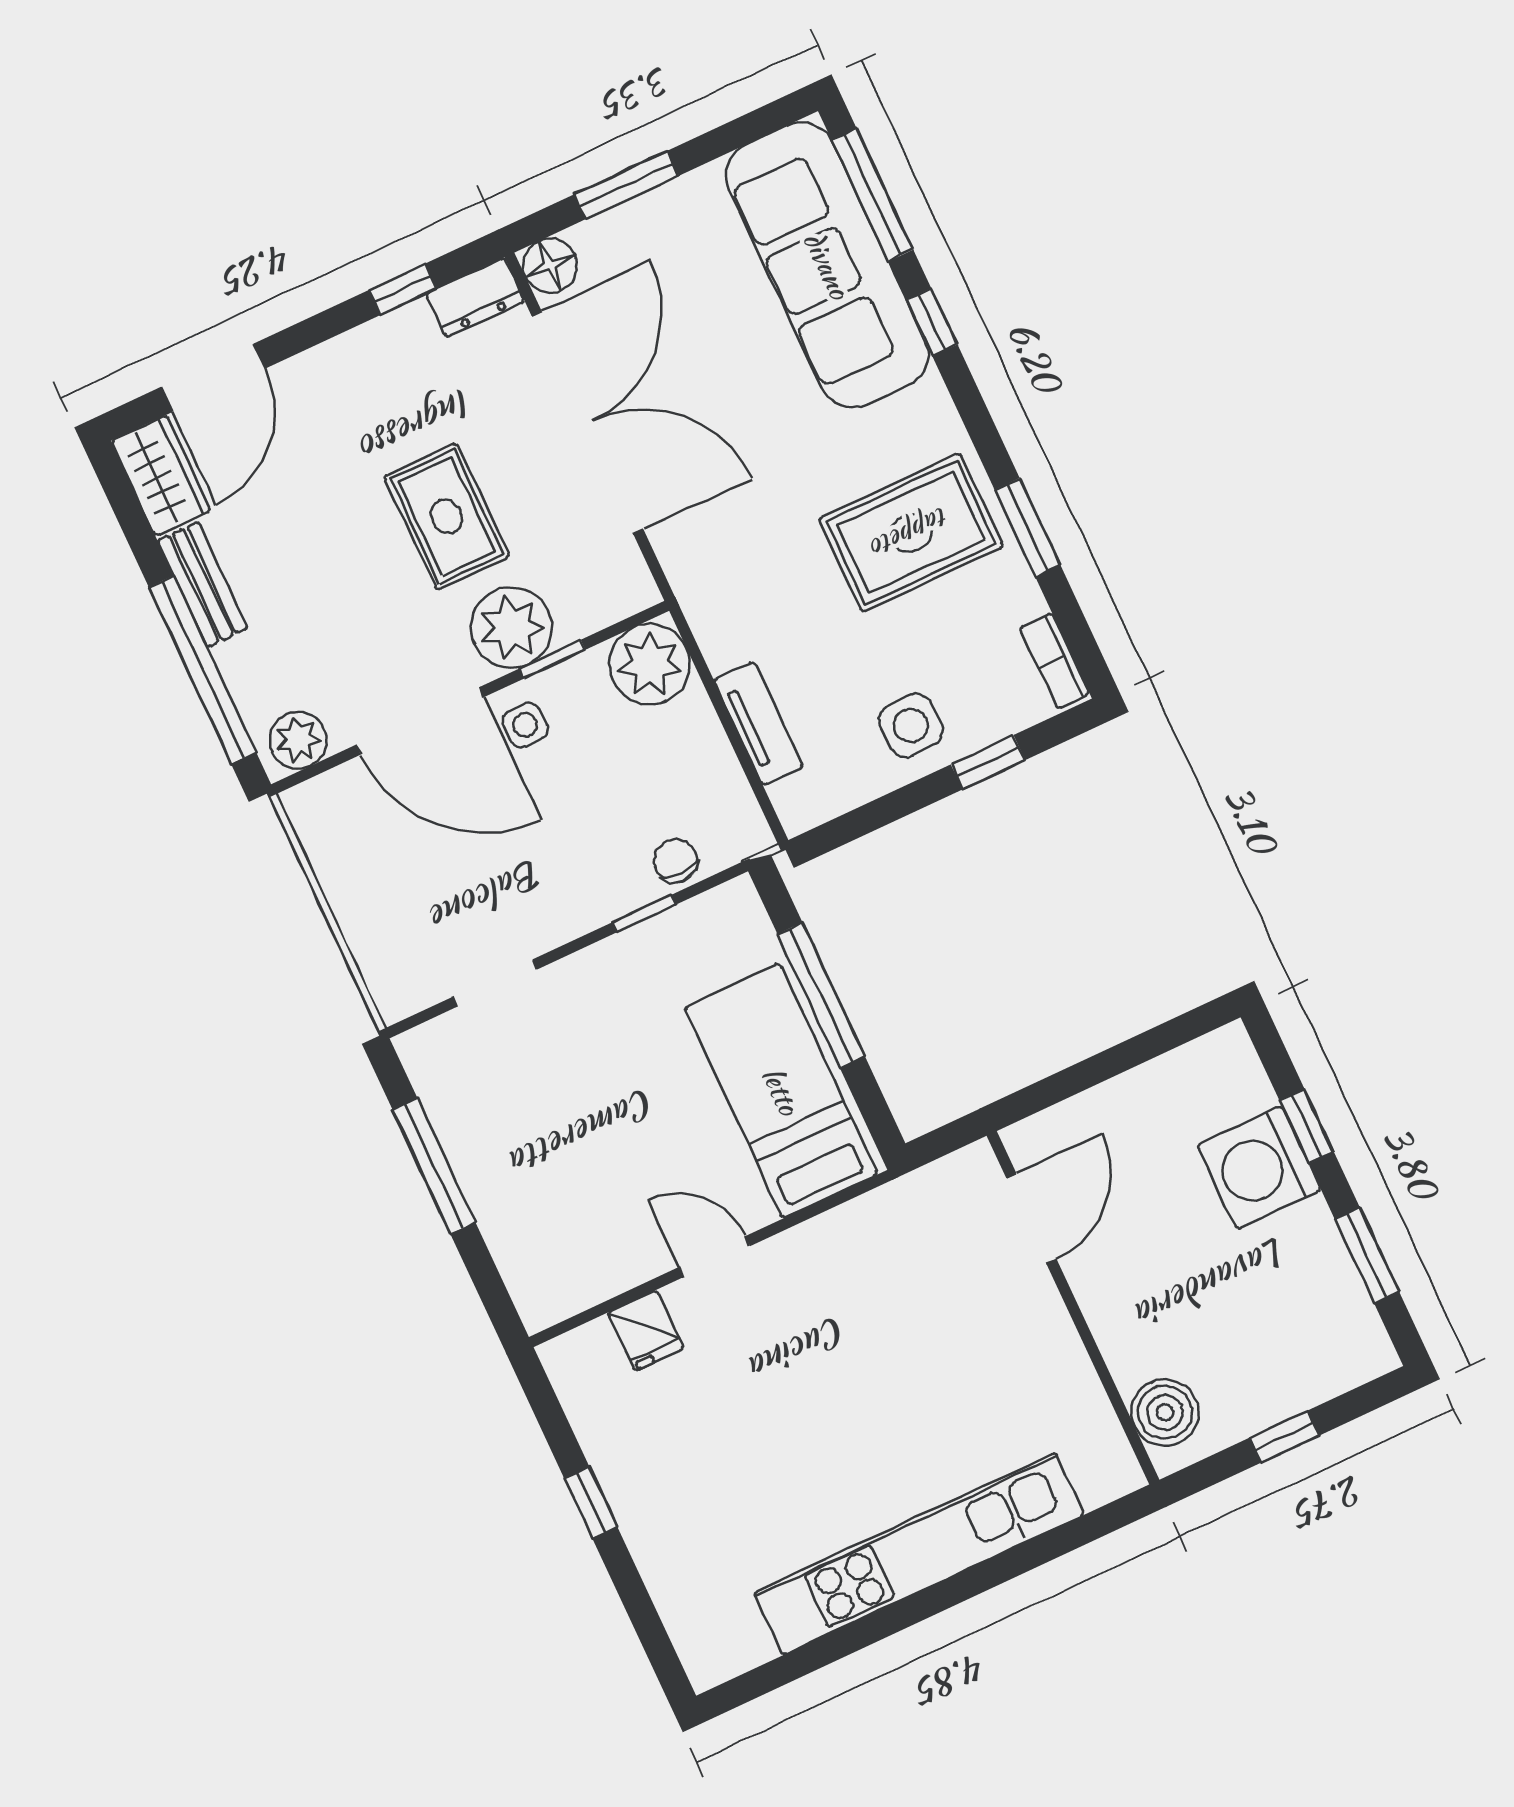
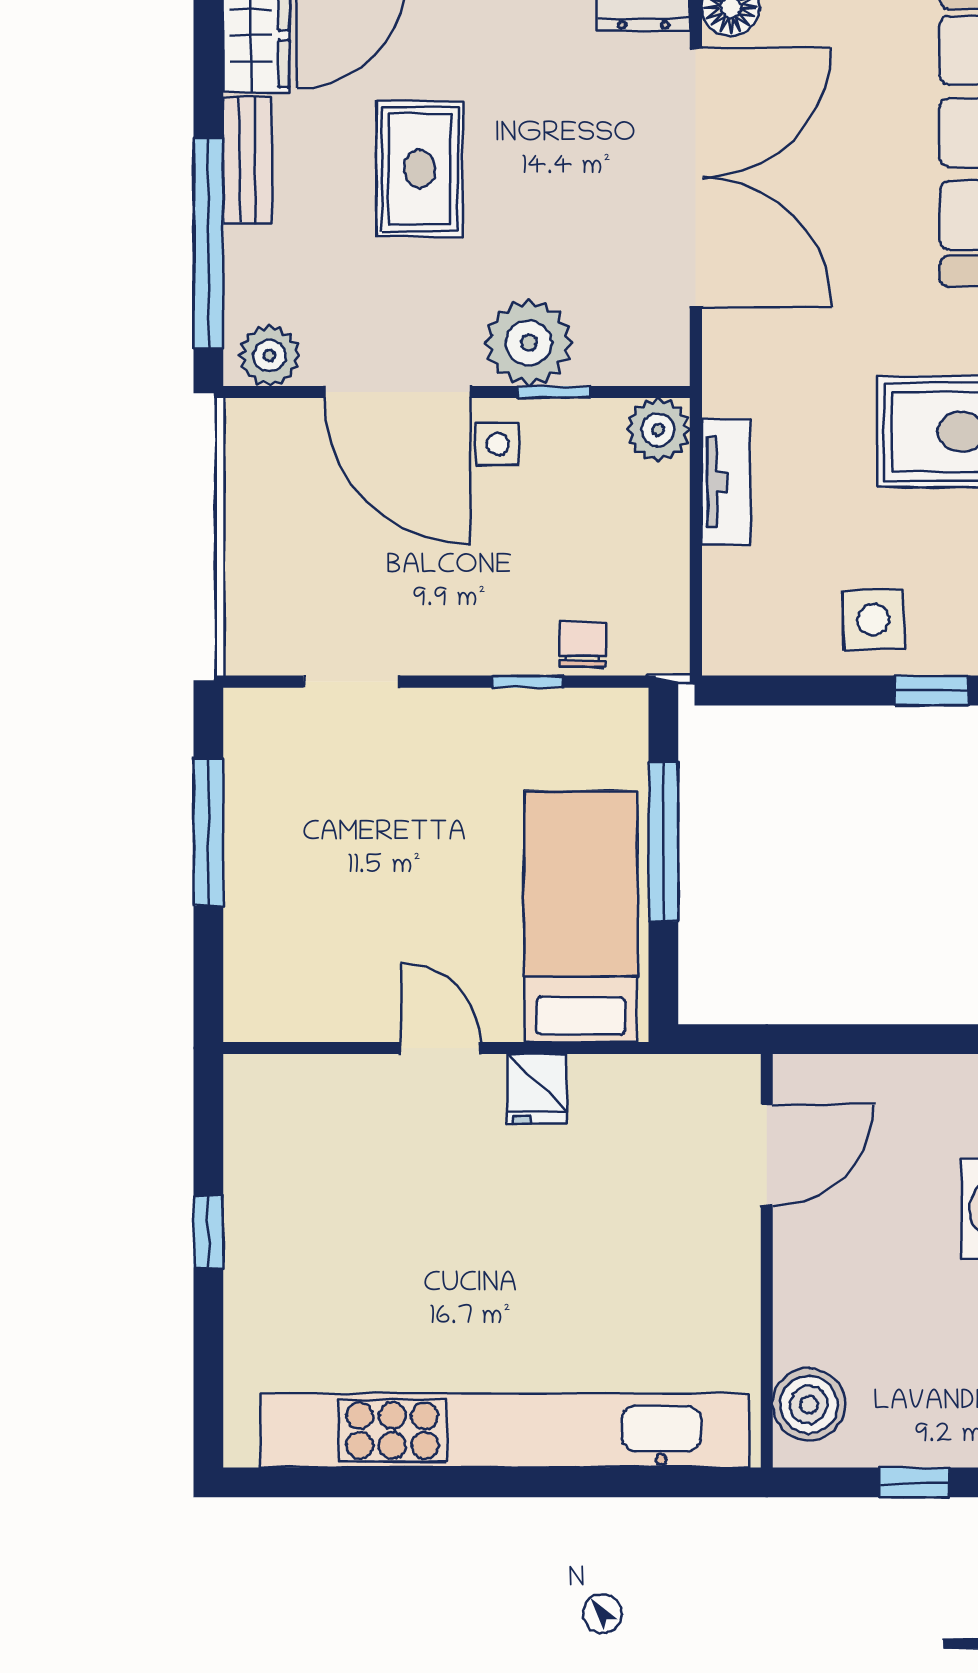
rug: (447, 517) -> (420, 169), moved
plant: (650, 664) -> (658, 430), width x0.73, depth x0.73
tv unit: (759, 724) -> (726, 482), moved
fridge: (646, 1331) -> (537, 1089), moved
kitchen unit: (919, 1554) -> (505, 1431), width x1.36

